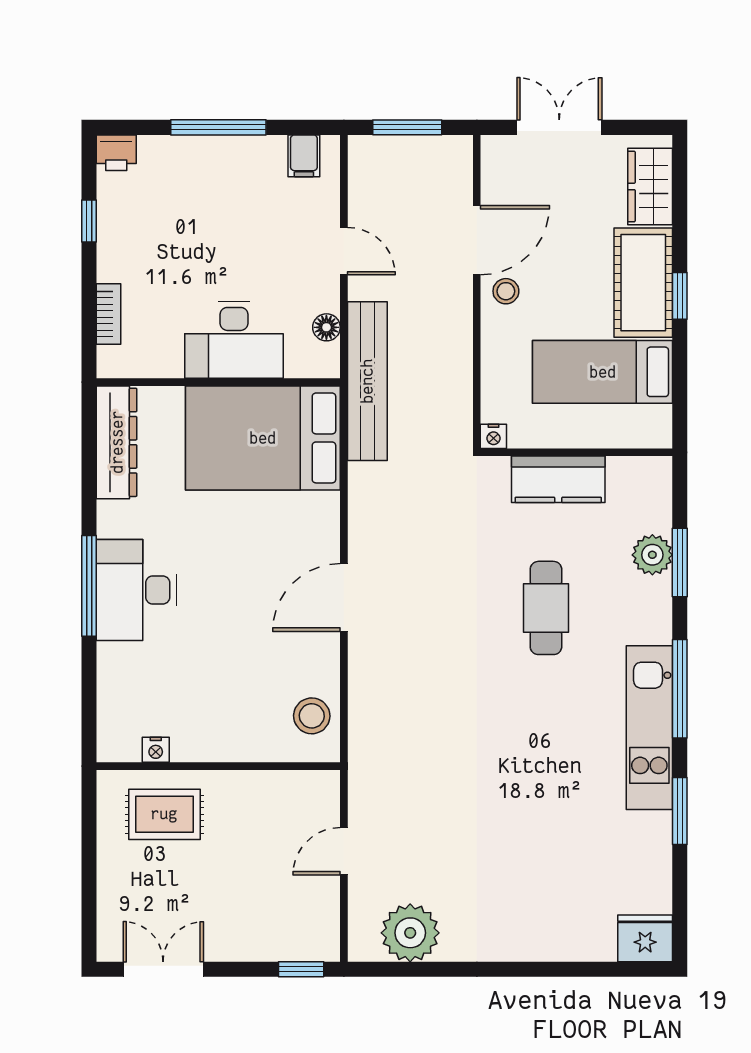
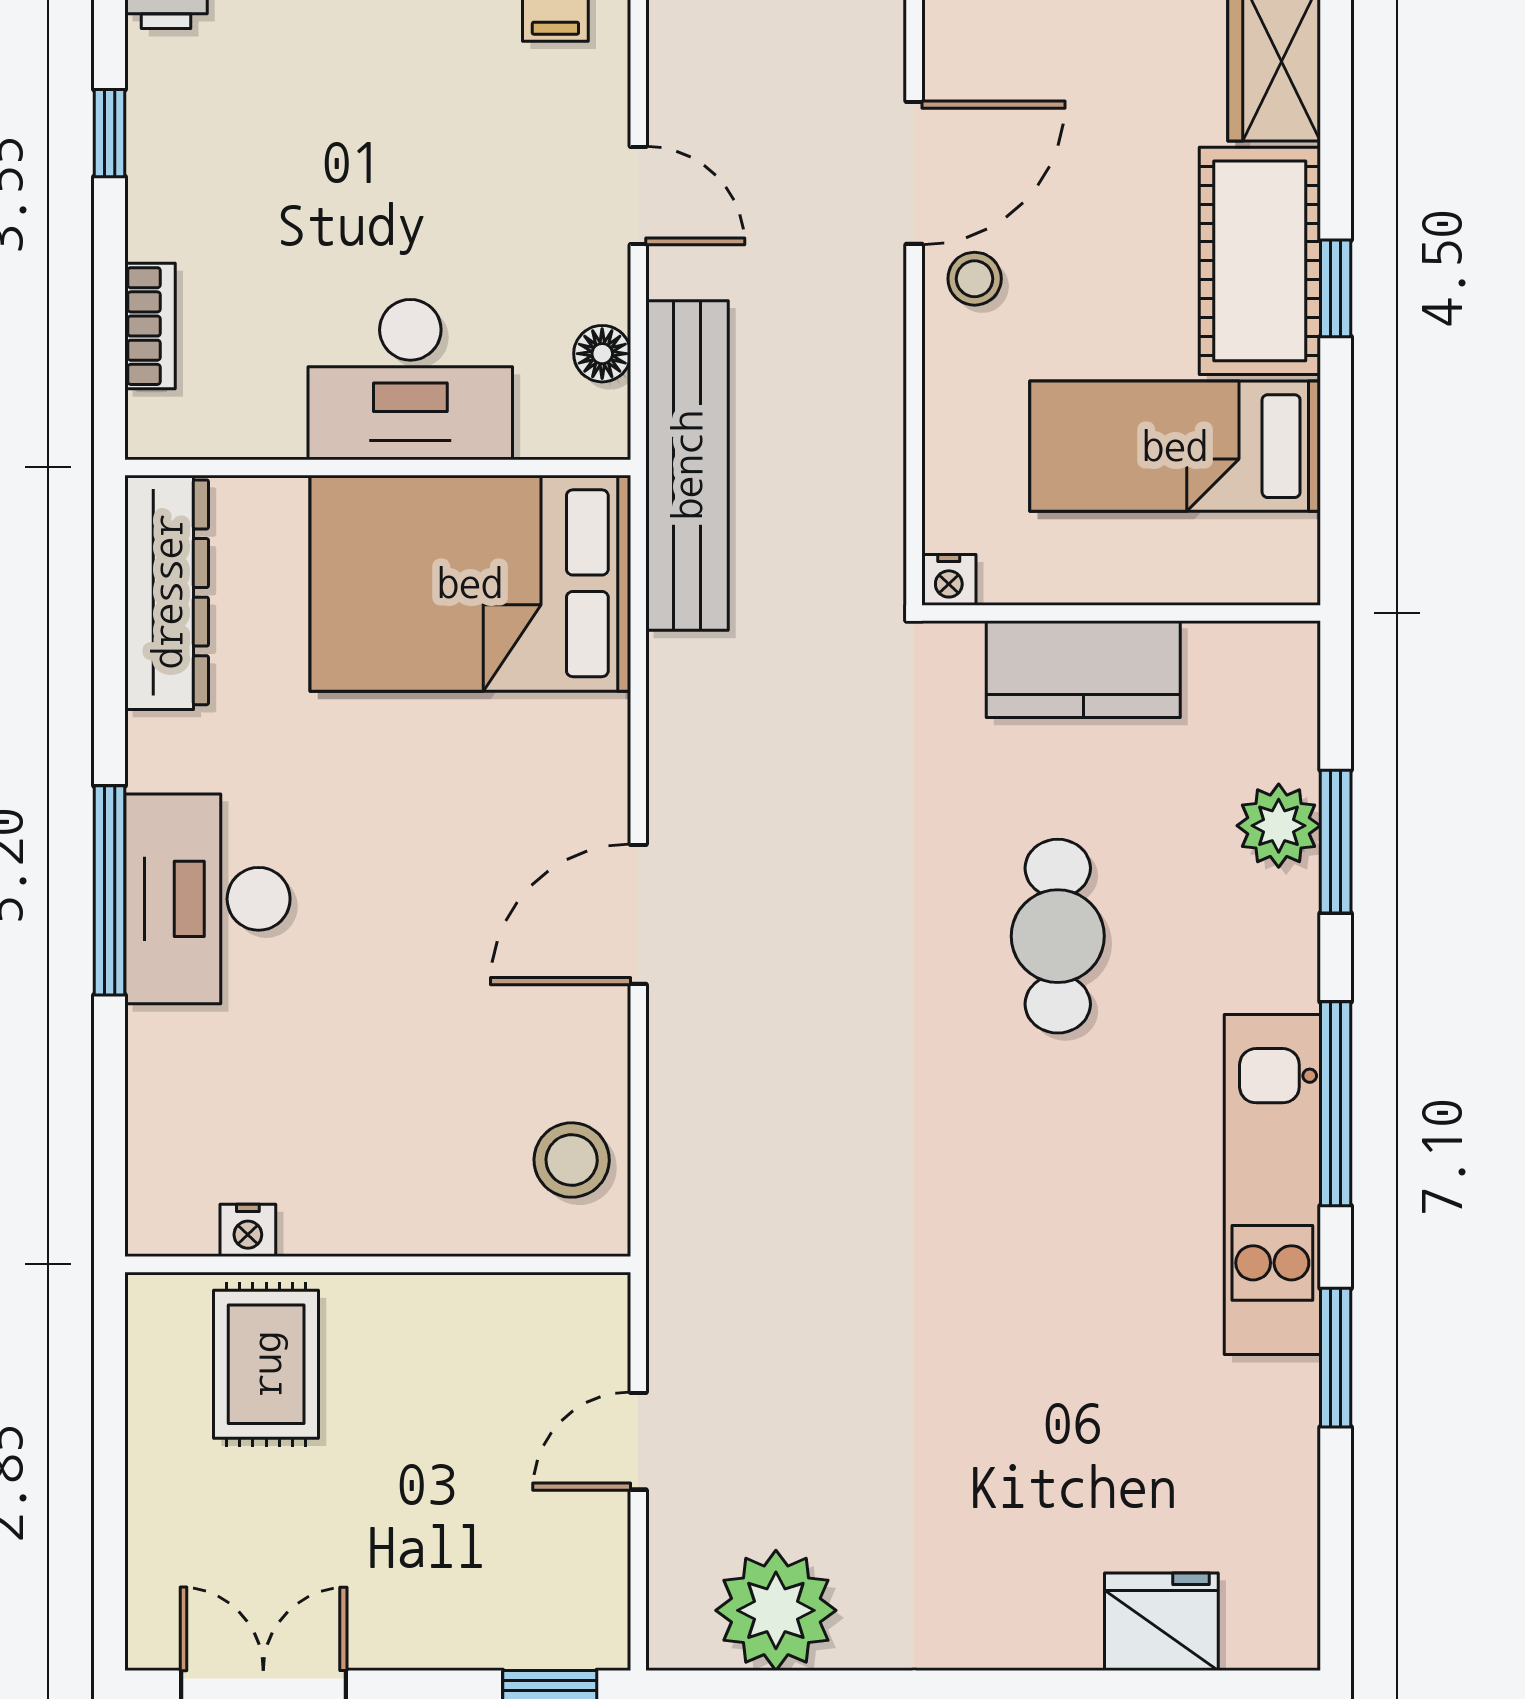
rug: (164, 814) -> (266, 1364), turned 90
fridge: (645, 938) -> (1161, 1622), moved

